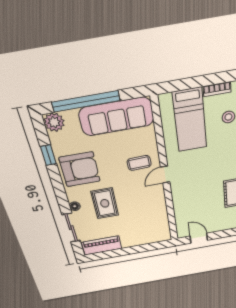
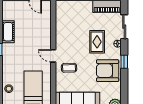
window: (48, 155) -> (124, 62), moved
door: (165, 175) -> (53, 56), swing flipped

